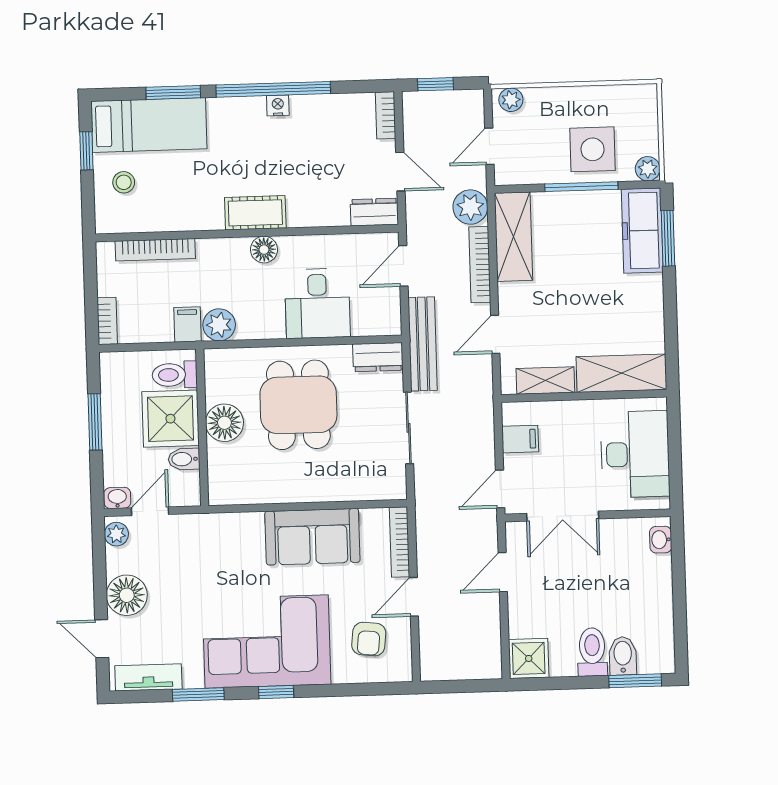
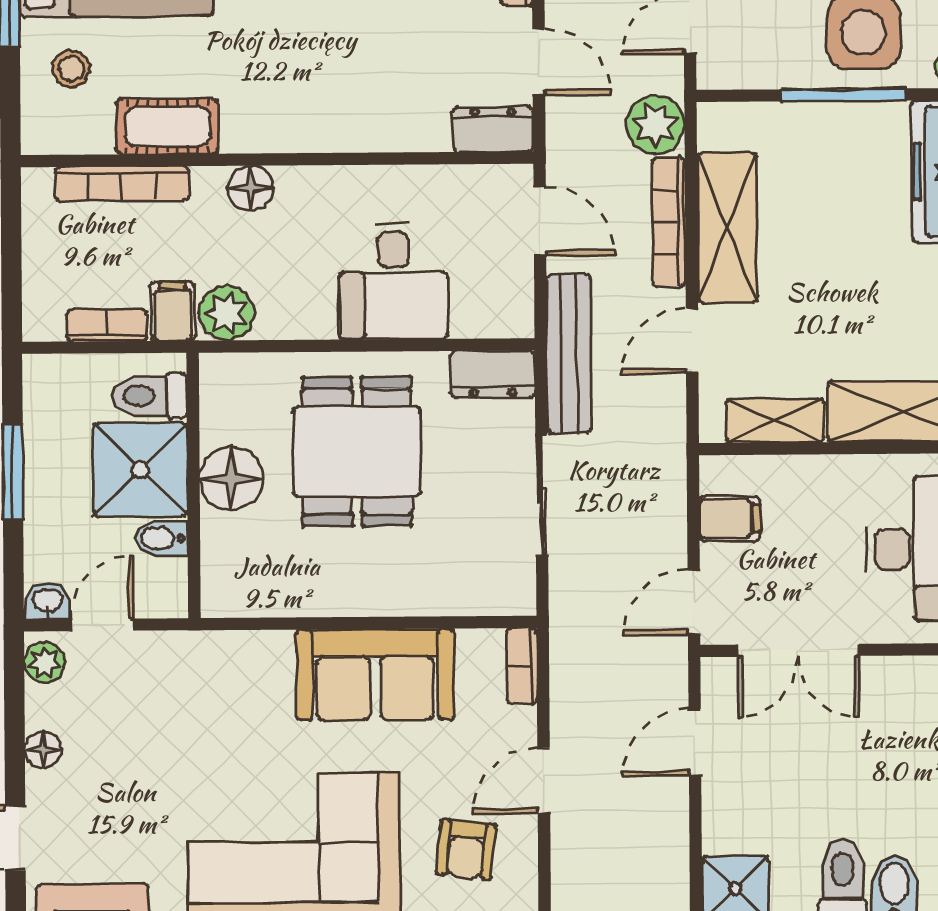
cot: (255, 213) -> (167, 126), moved
shelving: (514, 237) -> (727, 228), moved
floor lamp: (264, 250) -> (251, 188), moved
door: (403, 266) -> (540, 221), swing flipped
bookcase: (107, 321) -> (107, 325), moved, turned -90
bookcase: (400, 542) -> (522, 666), width x0.64
floor lamp: (127, 595) -> (43, 750), width x0.53, depth x0.53

